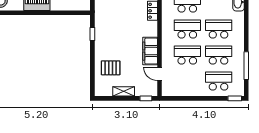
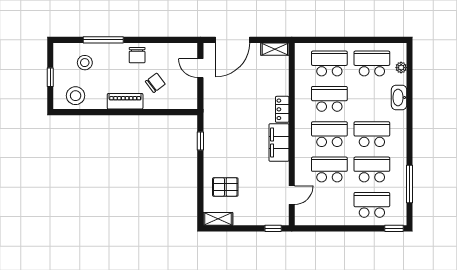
filing cabinet: (150, 51) -> (279, 142), moved
door: (160, 74) -> (292, 195), swing flipped
shelving: (124, 91) -> (218, 219), moved

